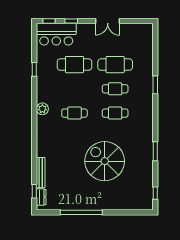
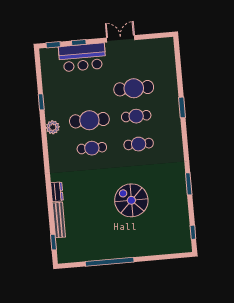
double door: (108, 21) -> (121, 39), swing flipped
bar counter: (56, 34) -> (82, 57), moved
cafe table: (74, 65) -> (89, 120), moved
plant: (42, 109) -> (53, 127), moved
spiral stairs: (105, 161) -> (131, 200), width x0.73, depth x0.73
dresser: (41, 197) -> (57, 192), moved

